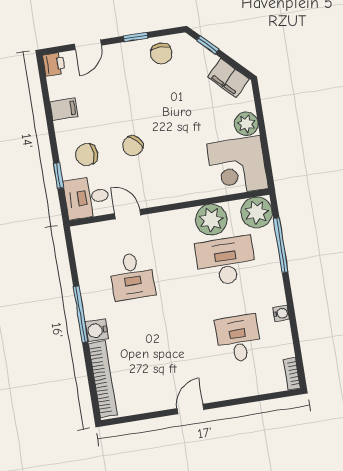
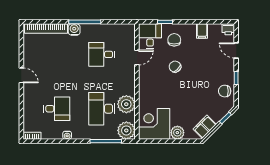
desk: (226, 261) -> (102, 109), turned 180

